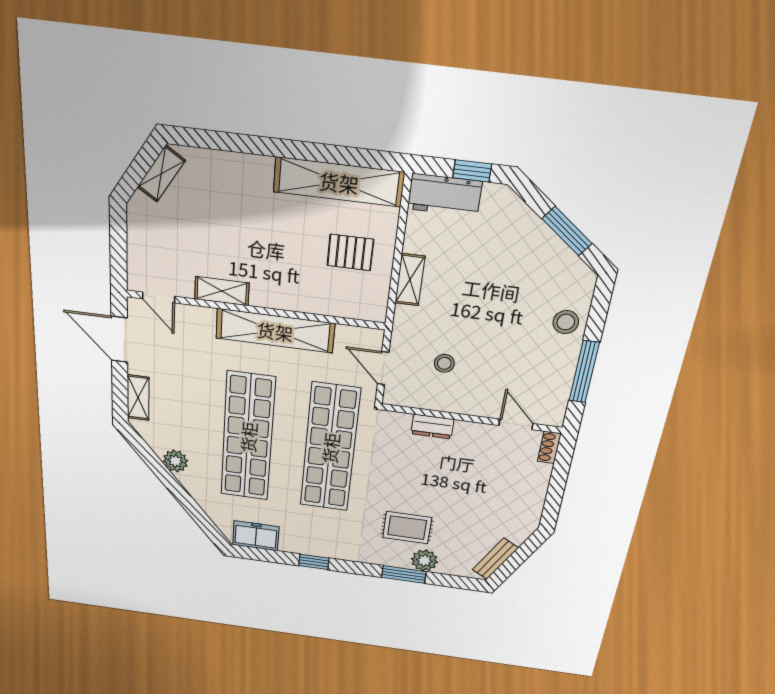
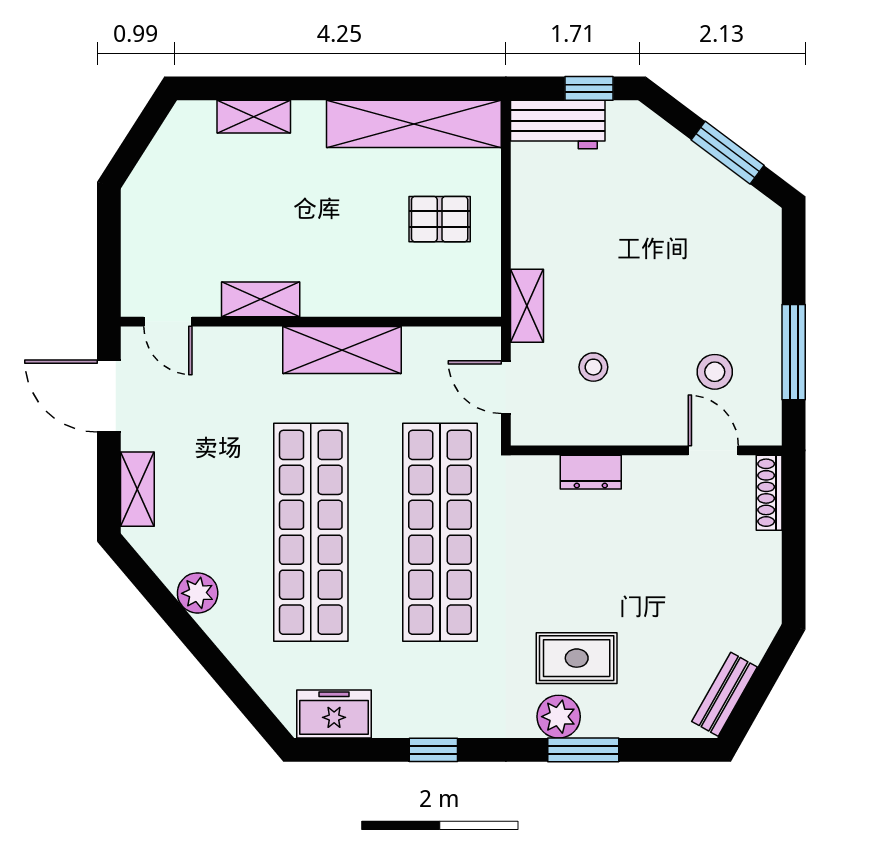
shelving: (161, 174) -> (254, 117), moved, turned 57
shelving: (410, 280) -> (527, 306), moved
stool: (566, 322) -> (715, 372), moved
shelving: (275, 331) -> (342, 350), width x0.68
shoe rack: (549, 447) -> (769, 493), width x1.43
plant: (424, 560) -> (559, 717), moved

